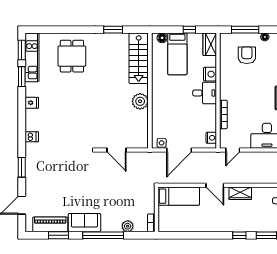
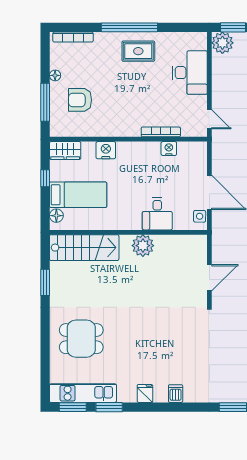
desk: (205, 93) -> (157, 214), moved, turned 180
dishwasher: (32, 137) -> (176, 394), moved
nightstand: (211, 138) -> (169, 149), moved

